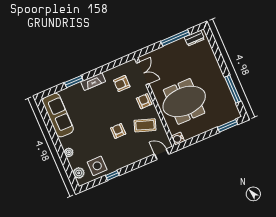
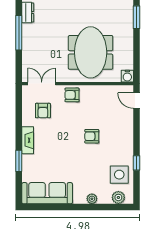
coffee table: (145, 125) -> (98, 105), removed
door: (162, 154) -> (136, 101), hinge flipped

